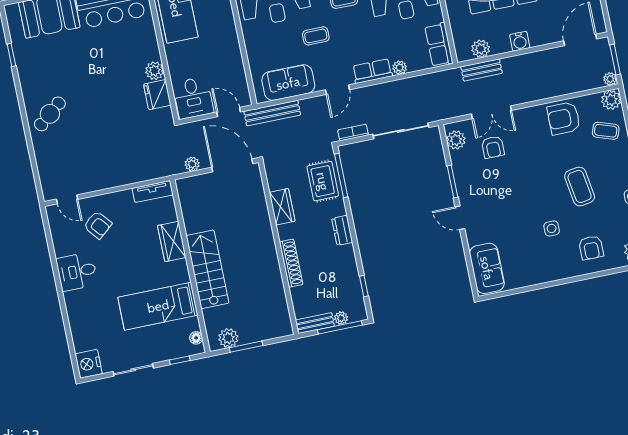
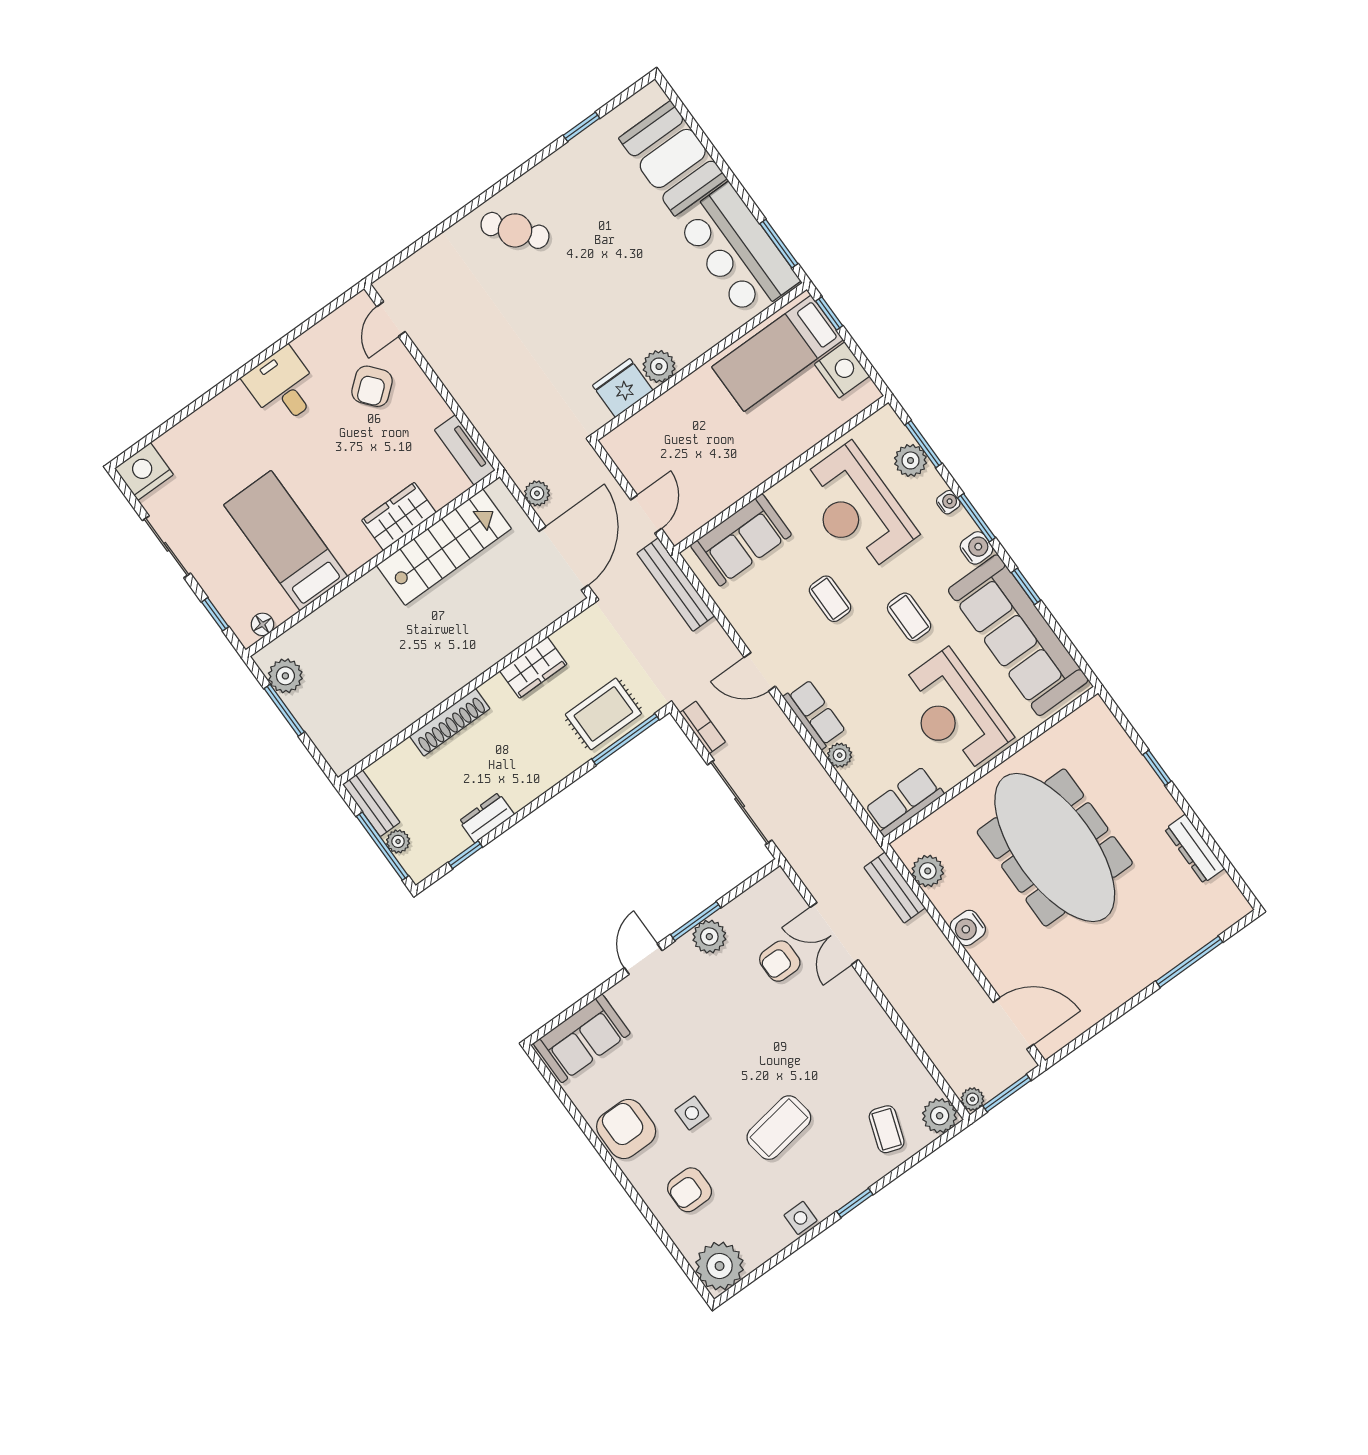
sofa: (288, 83) -> (741, 540), moved, turned 90
desk: (193, 98) -> (643, 447), removed
armchair: (564, 118) -> (626, 1129), moved
plant: (456, 140) -> (709, 937), moved
dresser: (342, 230) -> (487, 818), moved
stairs: (207, 269) -> (444, 547), moved

